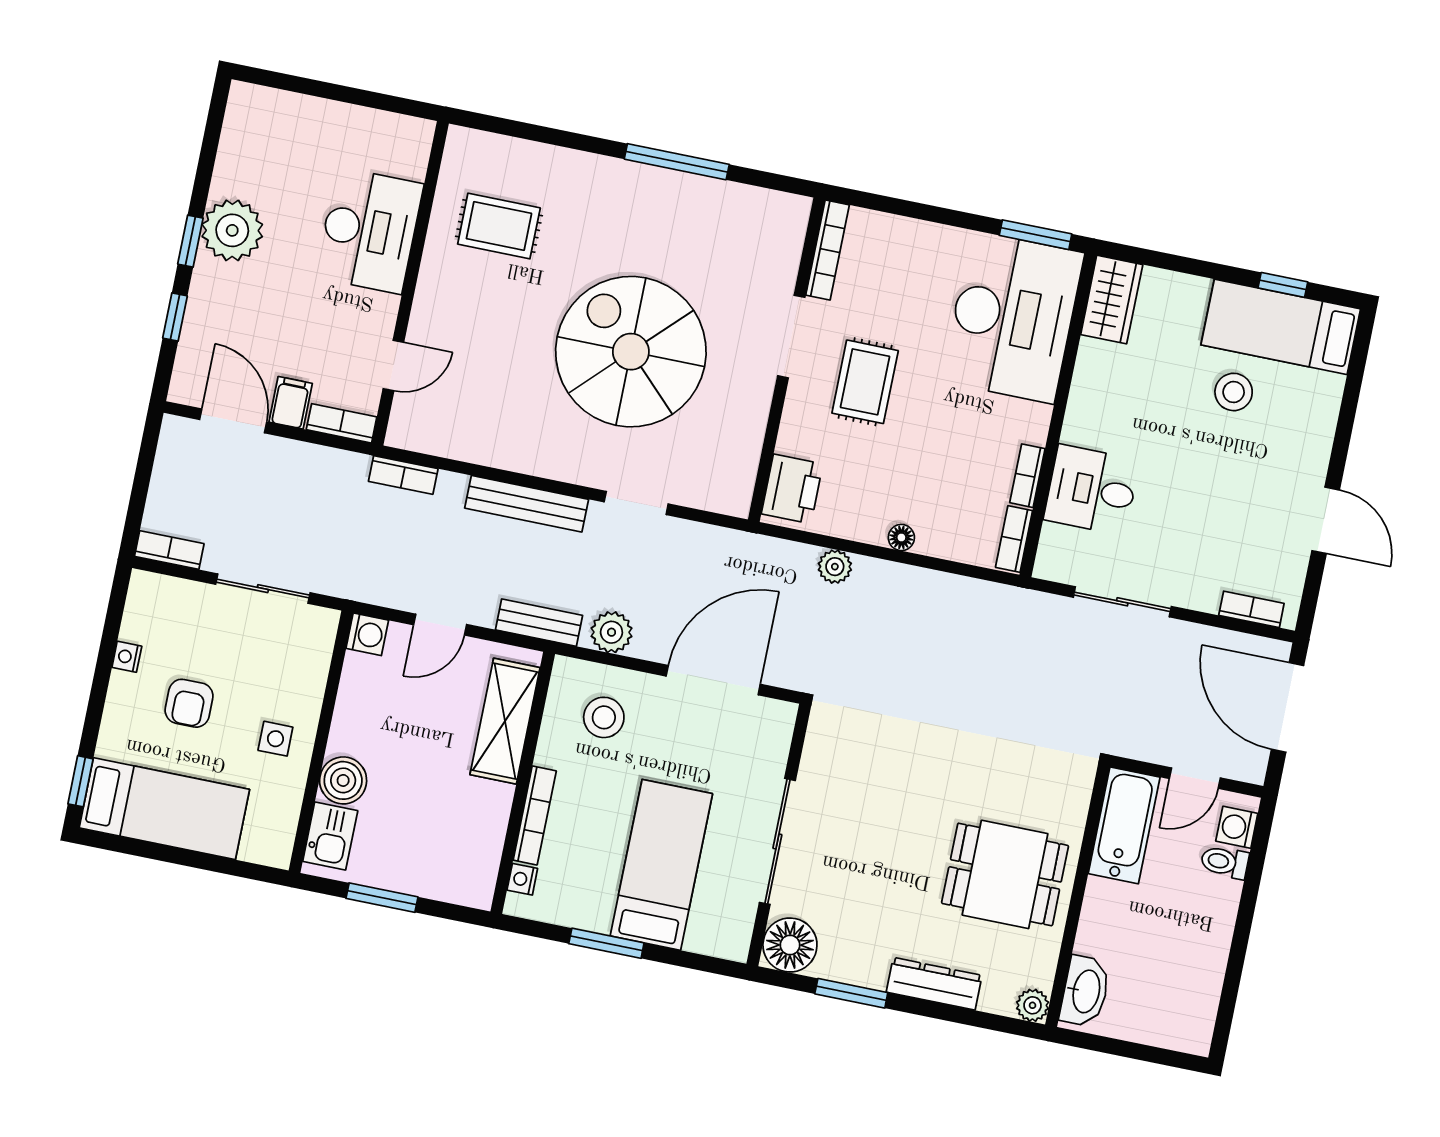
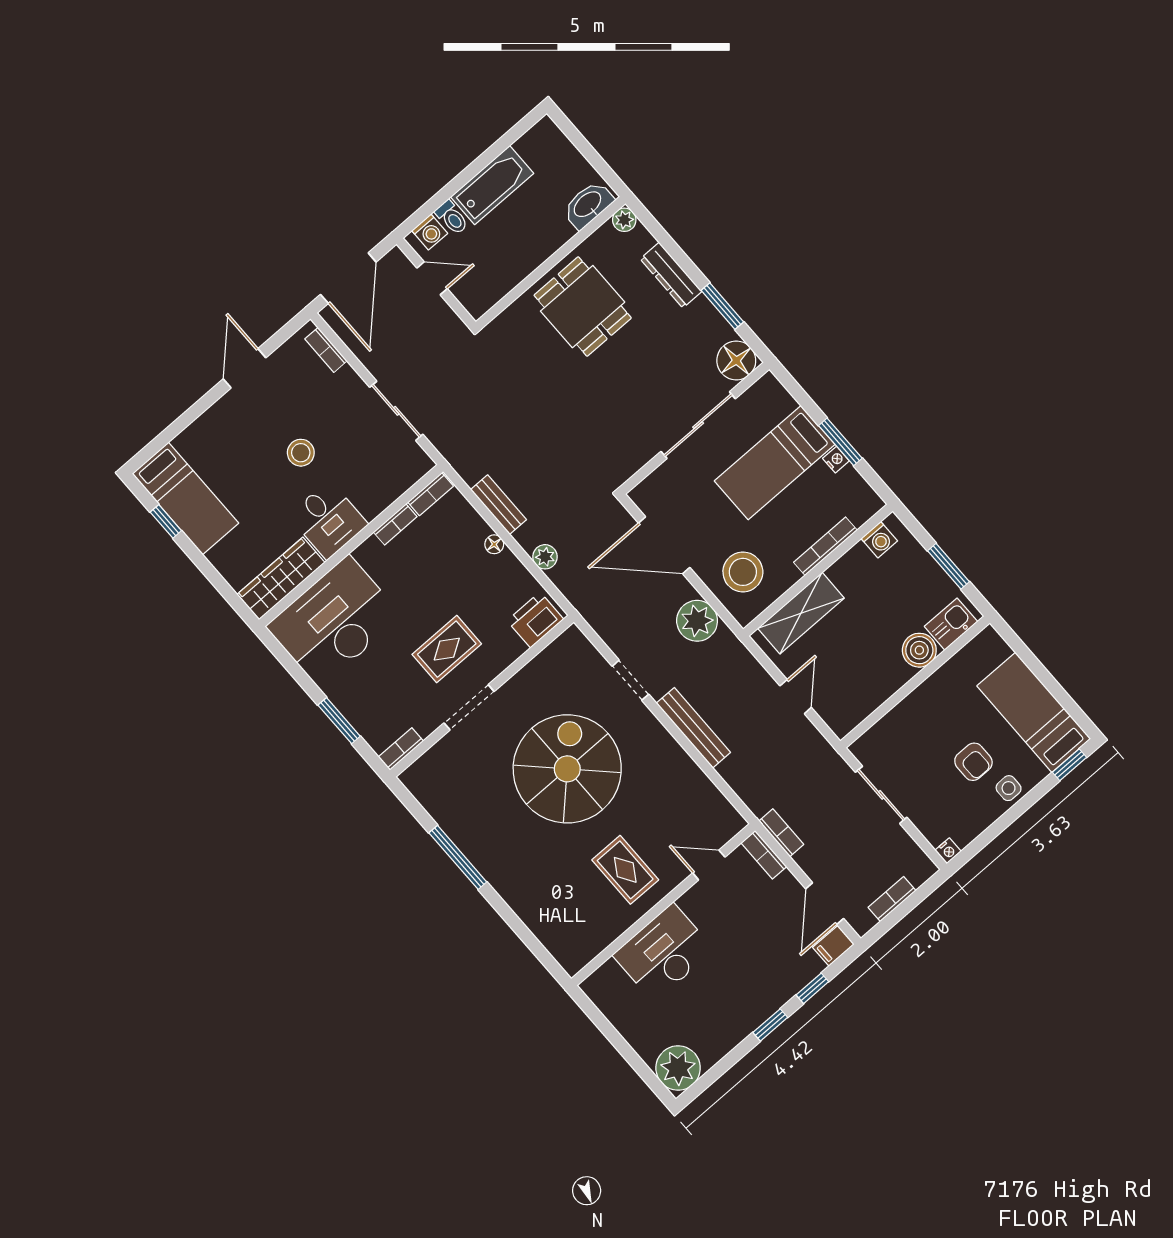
rug: (499, 226) -> (625, 870), moved
plant: (232, 230) -> (678, 1068), moved
window: (1036, 235) -> (339, 721), moved
bookcase: (828, 250) -> (401, 749), width x0.64
wardrobe: (1112, 300) -> (281, 578), width x1.50
spiral stairs: (631, 352) -> (567, 769), turned 180
stool: (1234, 392) -> (301, 453), moved
filing cabinet: (291, 403) -> (833, 946), moved
bookcase: (403, 475) -> (781, 833), moved
desk: (1092, 490) -> (328, 520), moved
bookcase: (169, 550) -> (892, 899), moved, turned 90
bench: (539, 623) -> (499, 505), moved
door: (440, 625) -> (796, 697), hinge flipped
plant: (611, 632) -> (697, 621), width x1.36, depth x1.36
washing machine: (367, 634) -> (879, 540), moved, turned 180
nightstand: (127, 657) -> (948, 851), moved
armchair: (189, 703) -> (973, 762), turned 90
stool: (604, 717) -> (743, 572), width x1.38, depth x1.38
side table: (275, 739) -> (1009, 788), moved
bathtub: (1124, 825) -> (492, 185), moved, turned 180
nightstand: (522, 879) -> (836, 460), moved, turned -90

